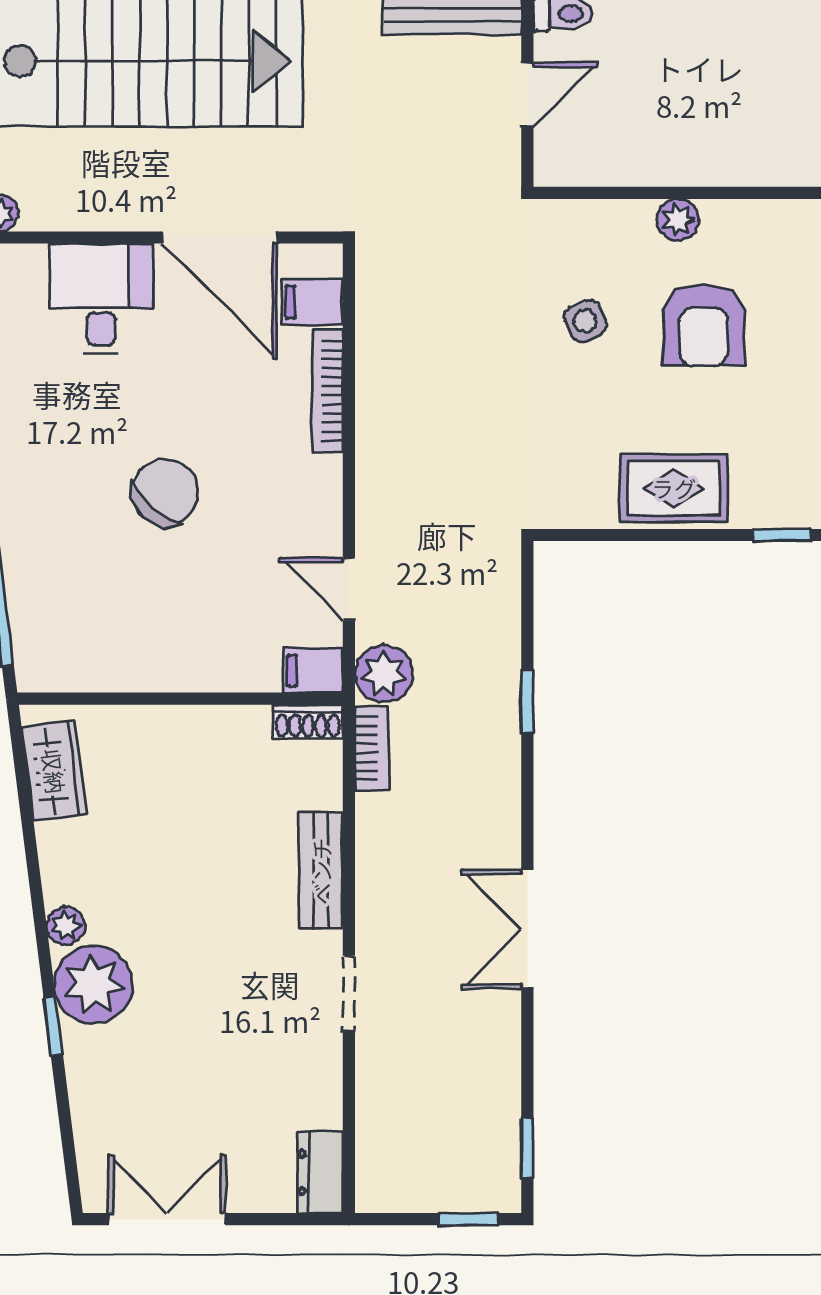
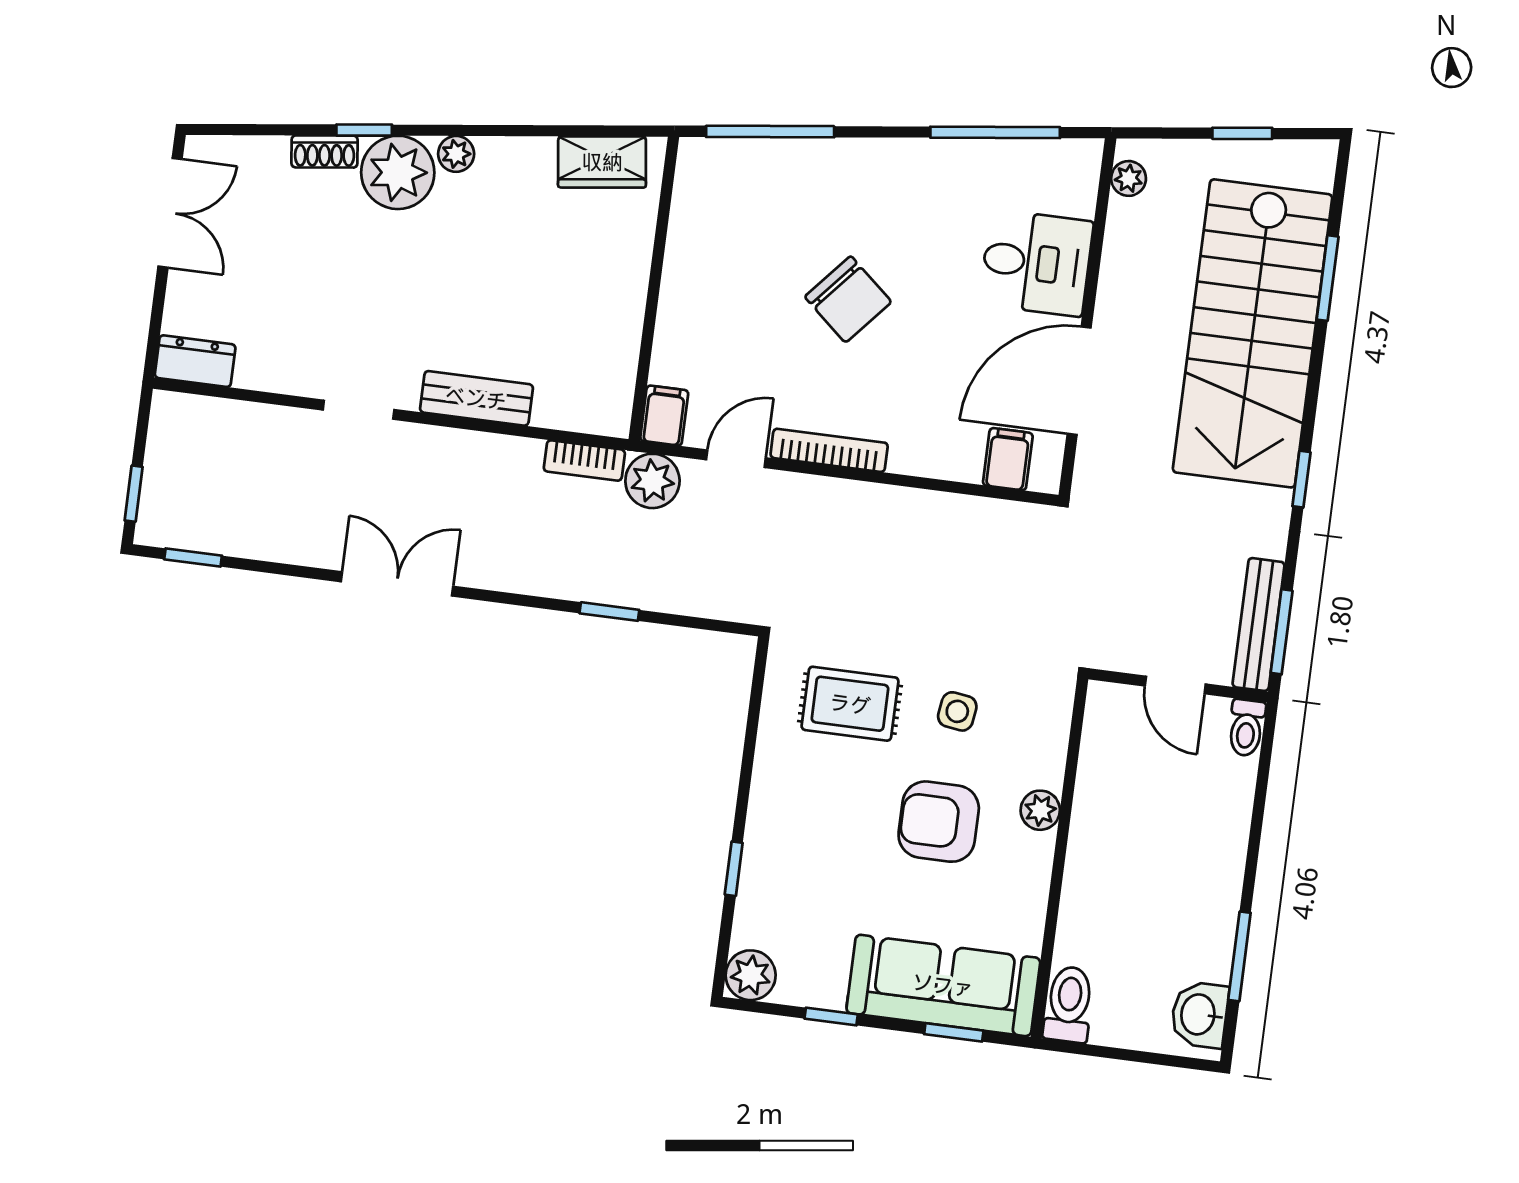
side table: (585, 321) -> (957, 711), turned 31
bookcase: (327, 390) -> (829, 450), moved
rug: (674, 488) -> (850, 704), moved, turned 90
shoe rack: (308, 722) -> (325, 152), moved, turned -97

